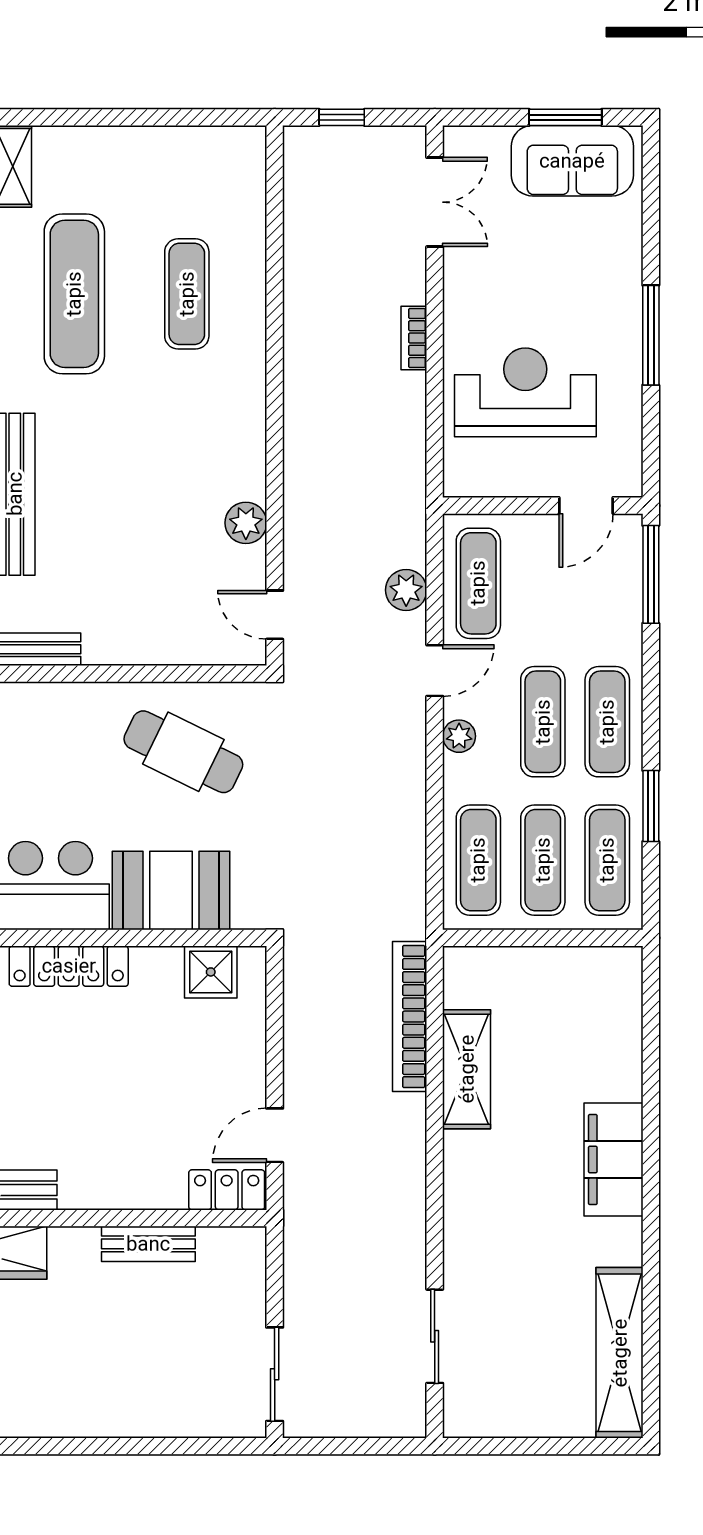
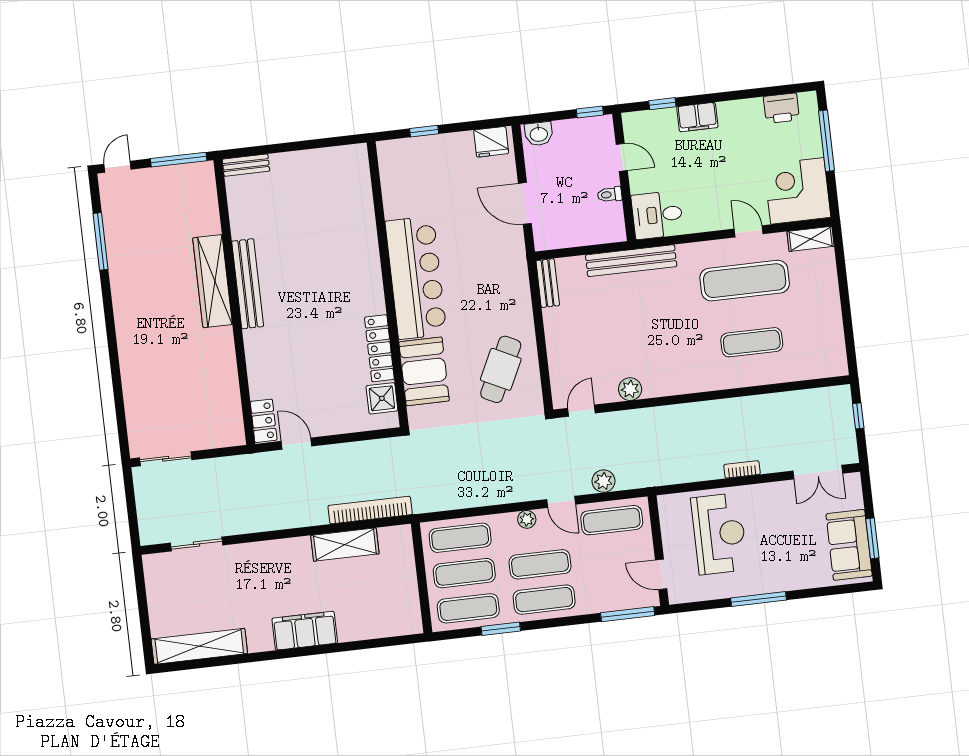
locker: (69, 966) -> (379, 348), moved
bench: (148, 1244) -> (229, 381), removed

